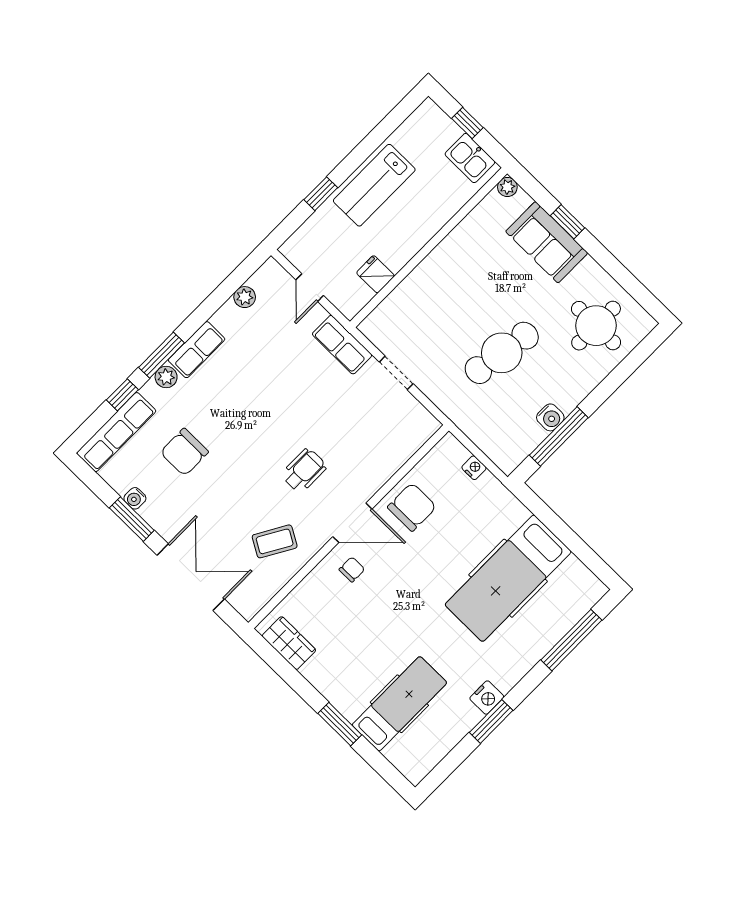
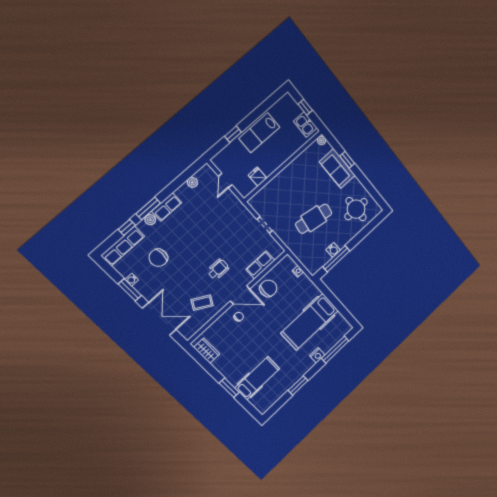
row of seats: (342, 345) -> (260, 265), moved, turned 90
nightstand: (487, 698) -> (317, 355), moved

